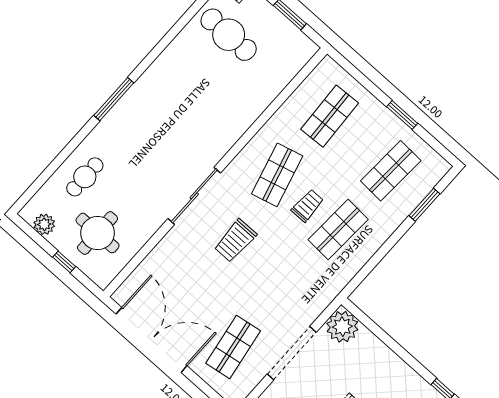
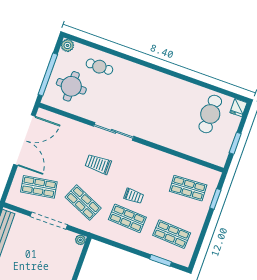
window: (114, 99) -> (149, 65), removed
window: (402, 115) -> (215, 199), moved
shop shelf: (277, 175) -> (83, 203), moved, turned 39
plant: (44, 224) -> (67, 45), moved
window: (64, 262) -> (48, 74), width x3.17
plant: (342, 327) -> (80, 240), width x0.53, depth x0.53

